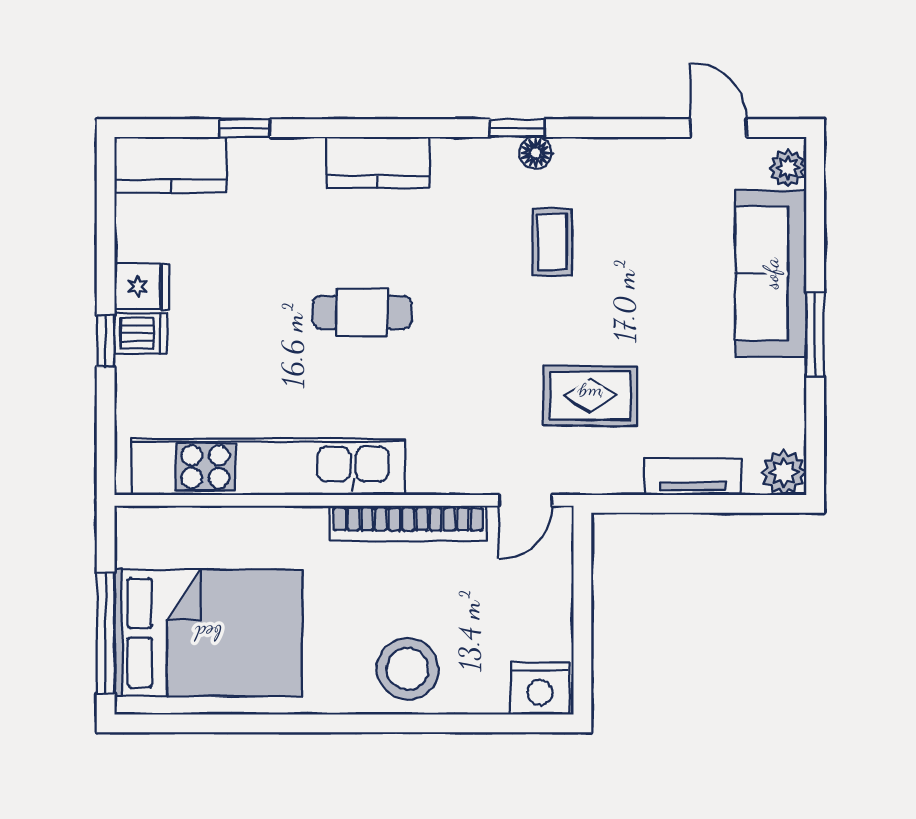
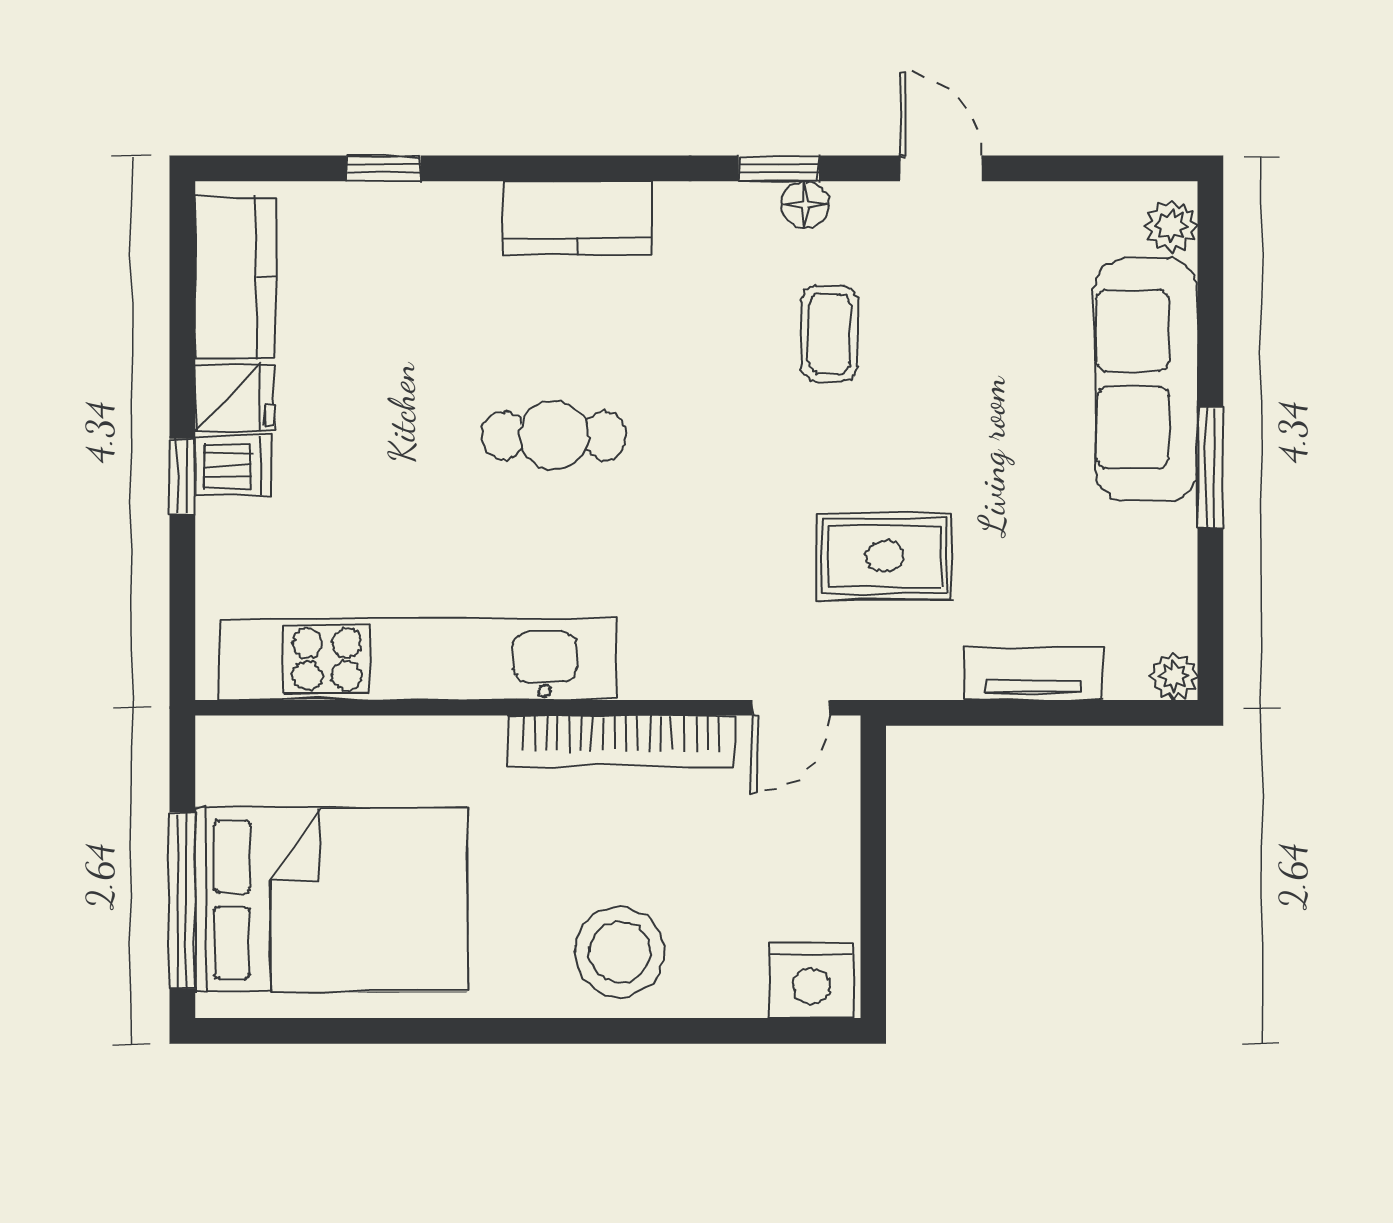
door: (719, 128) -> (941, 168), moved
kitchen counter: (170, 165) -> (236, 278), moved, turned -90
plant: (784, 473) -> (1174, 676), width x0.73, depth x0.73

